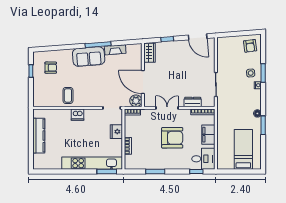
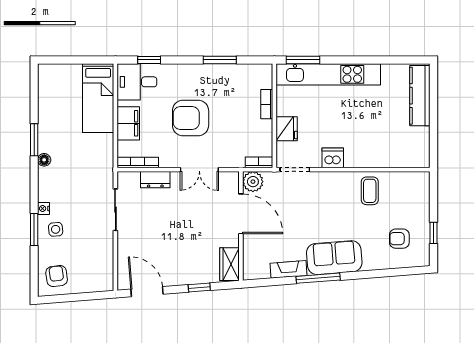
dishwasher: (78, 115) -> (333, 158), moved
kitchen counter: (39, 136) -> (420, 96), moved
bed: (243, 149) -> (98, 98), moved

